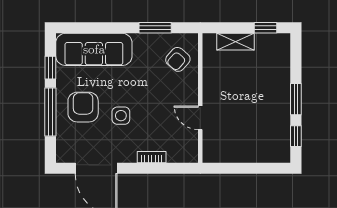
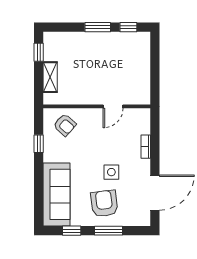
window: (155, 28) -> (39, 144), width x0.67
armchair: (83, 107) -> (104, 203), turned 83
window: (50, 112) -> (108, 231), width x0.69

